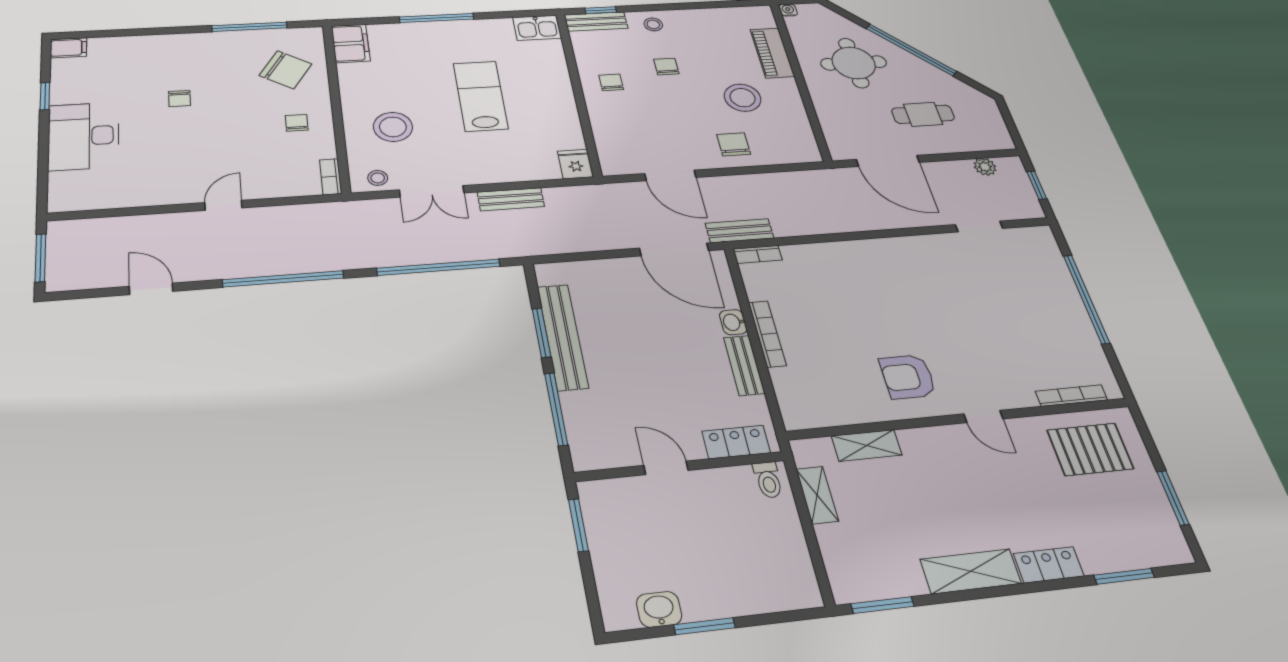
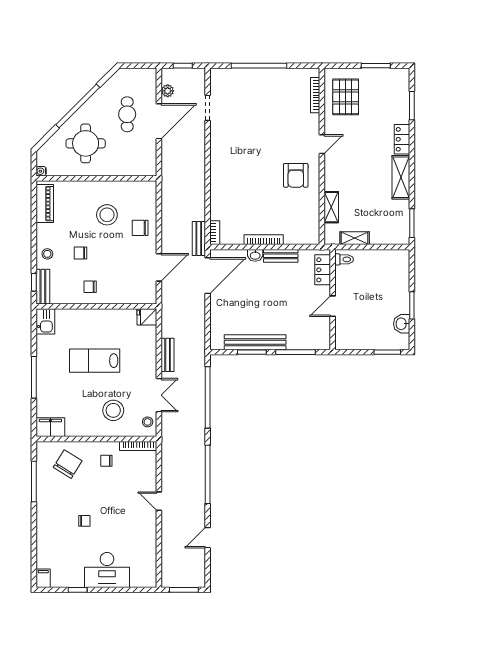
piano: (772, 53) -> (45, 204), moved, turned -90
door: (888, 161) -> (159, 121), moved
bookcase: (331, 177) -> (138, 446), width x1.56
window: (578, 525) -> (387, 352), moved

